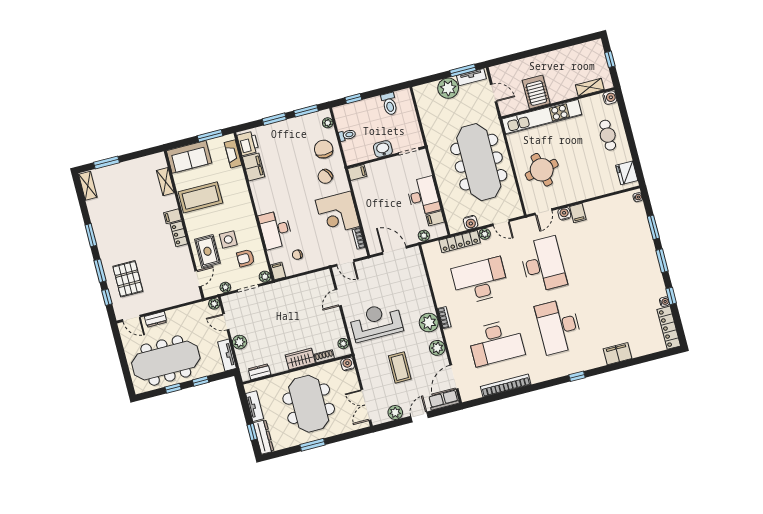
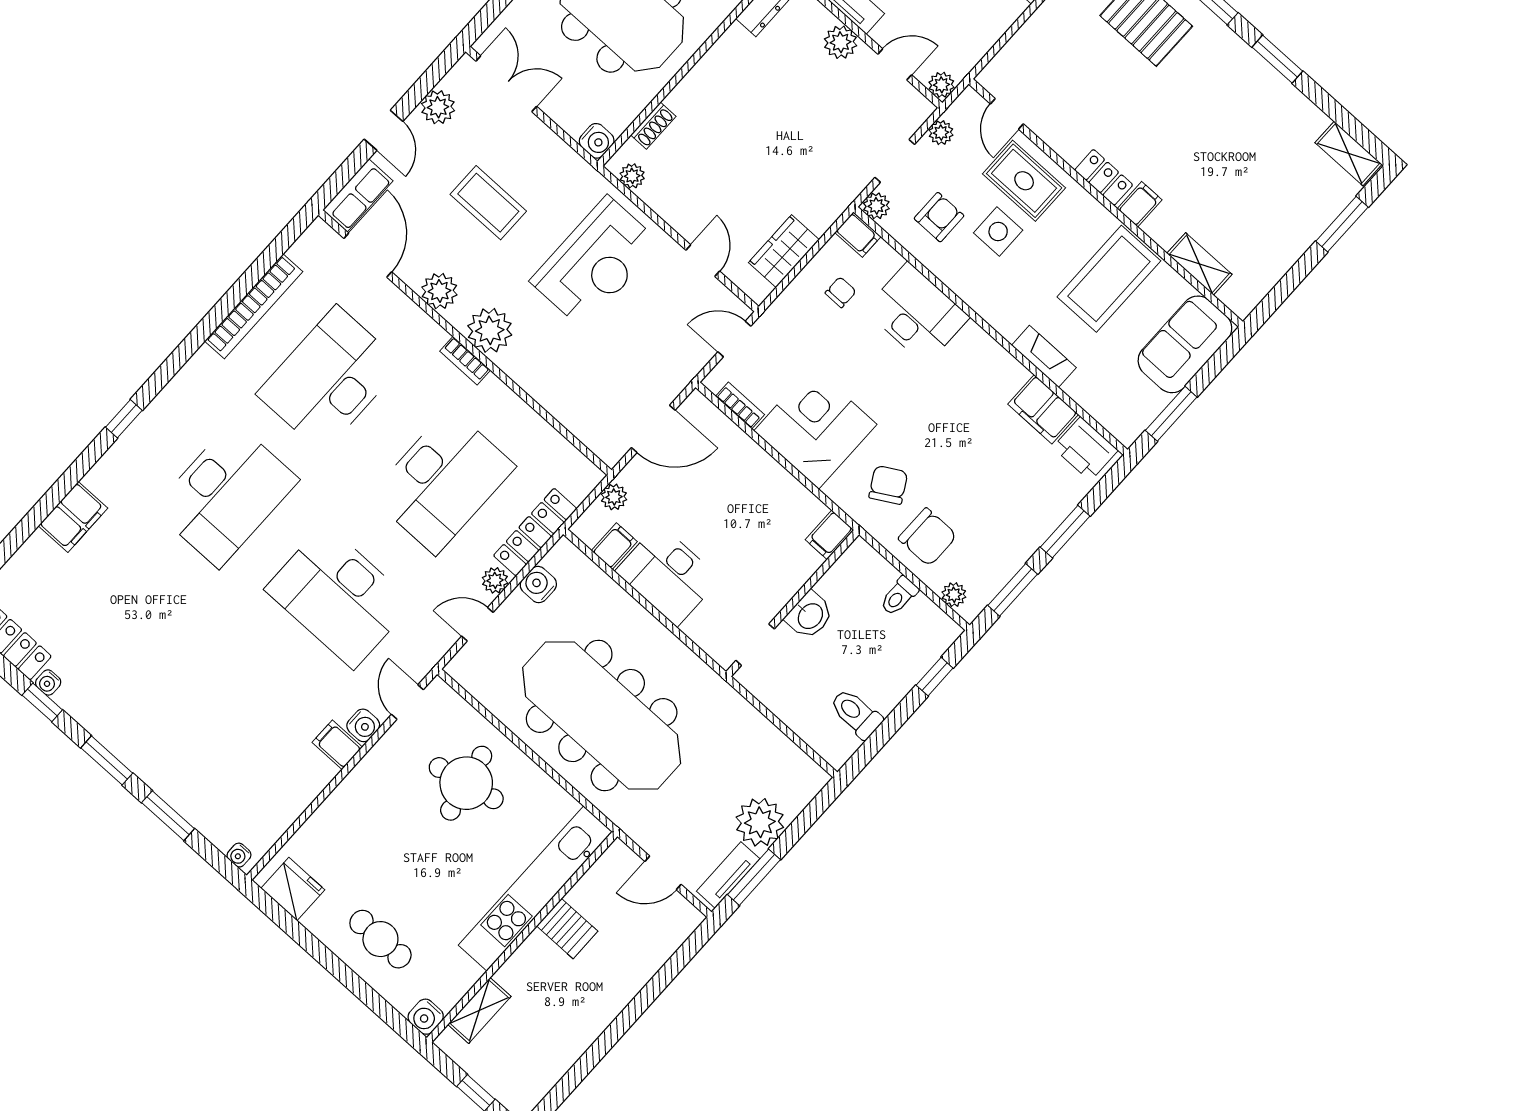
server rack: (536, 92) -> (567, 929), width x0.73, depth x0.70
fireplace: (233, 154) -> (1044, 356), moved
desk: (559, 326) -> (226, 494), turned 90
wardrobe: (300, 359) -> (784, 251), moved, turned 180

